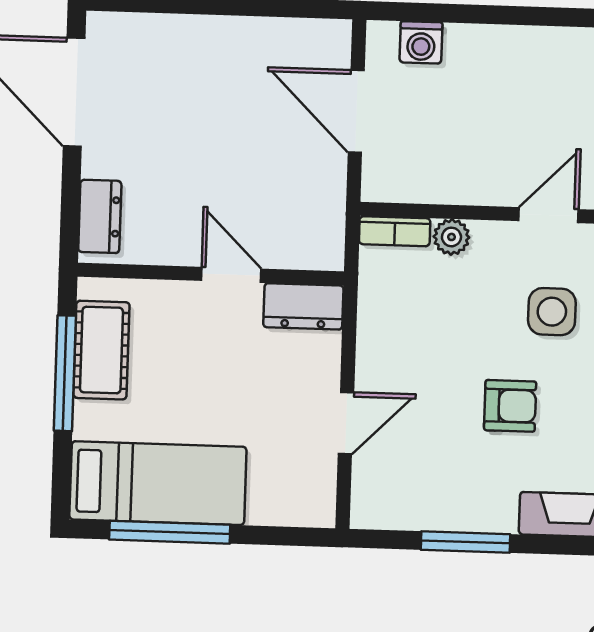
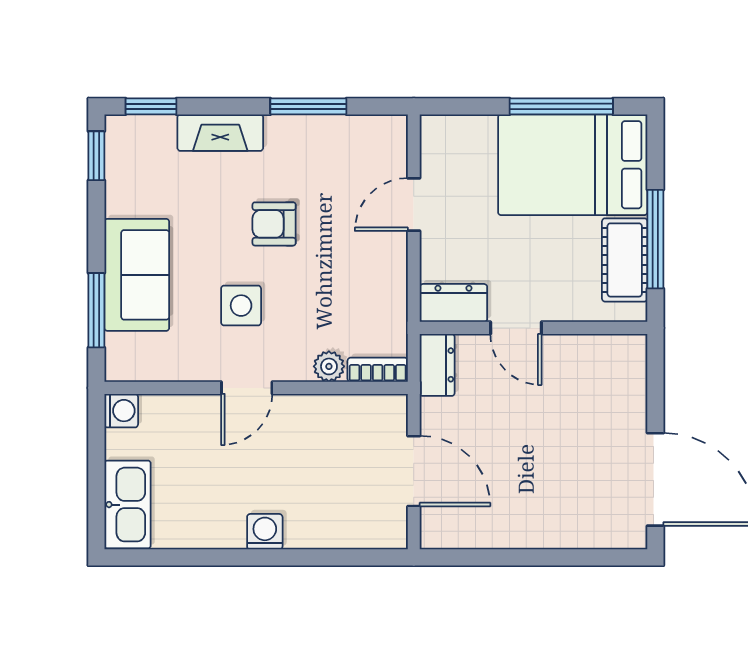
washing machine: (421, 42) -> (265, 532), moved
dresser: (100, 216) -> (437, 365), moved, turned 180
bed: (158, 483) -> (573, 165), width x1.50

